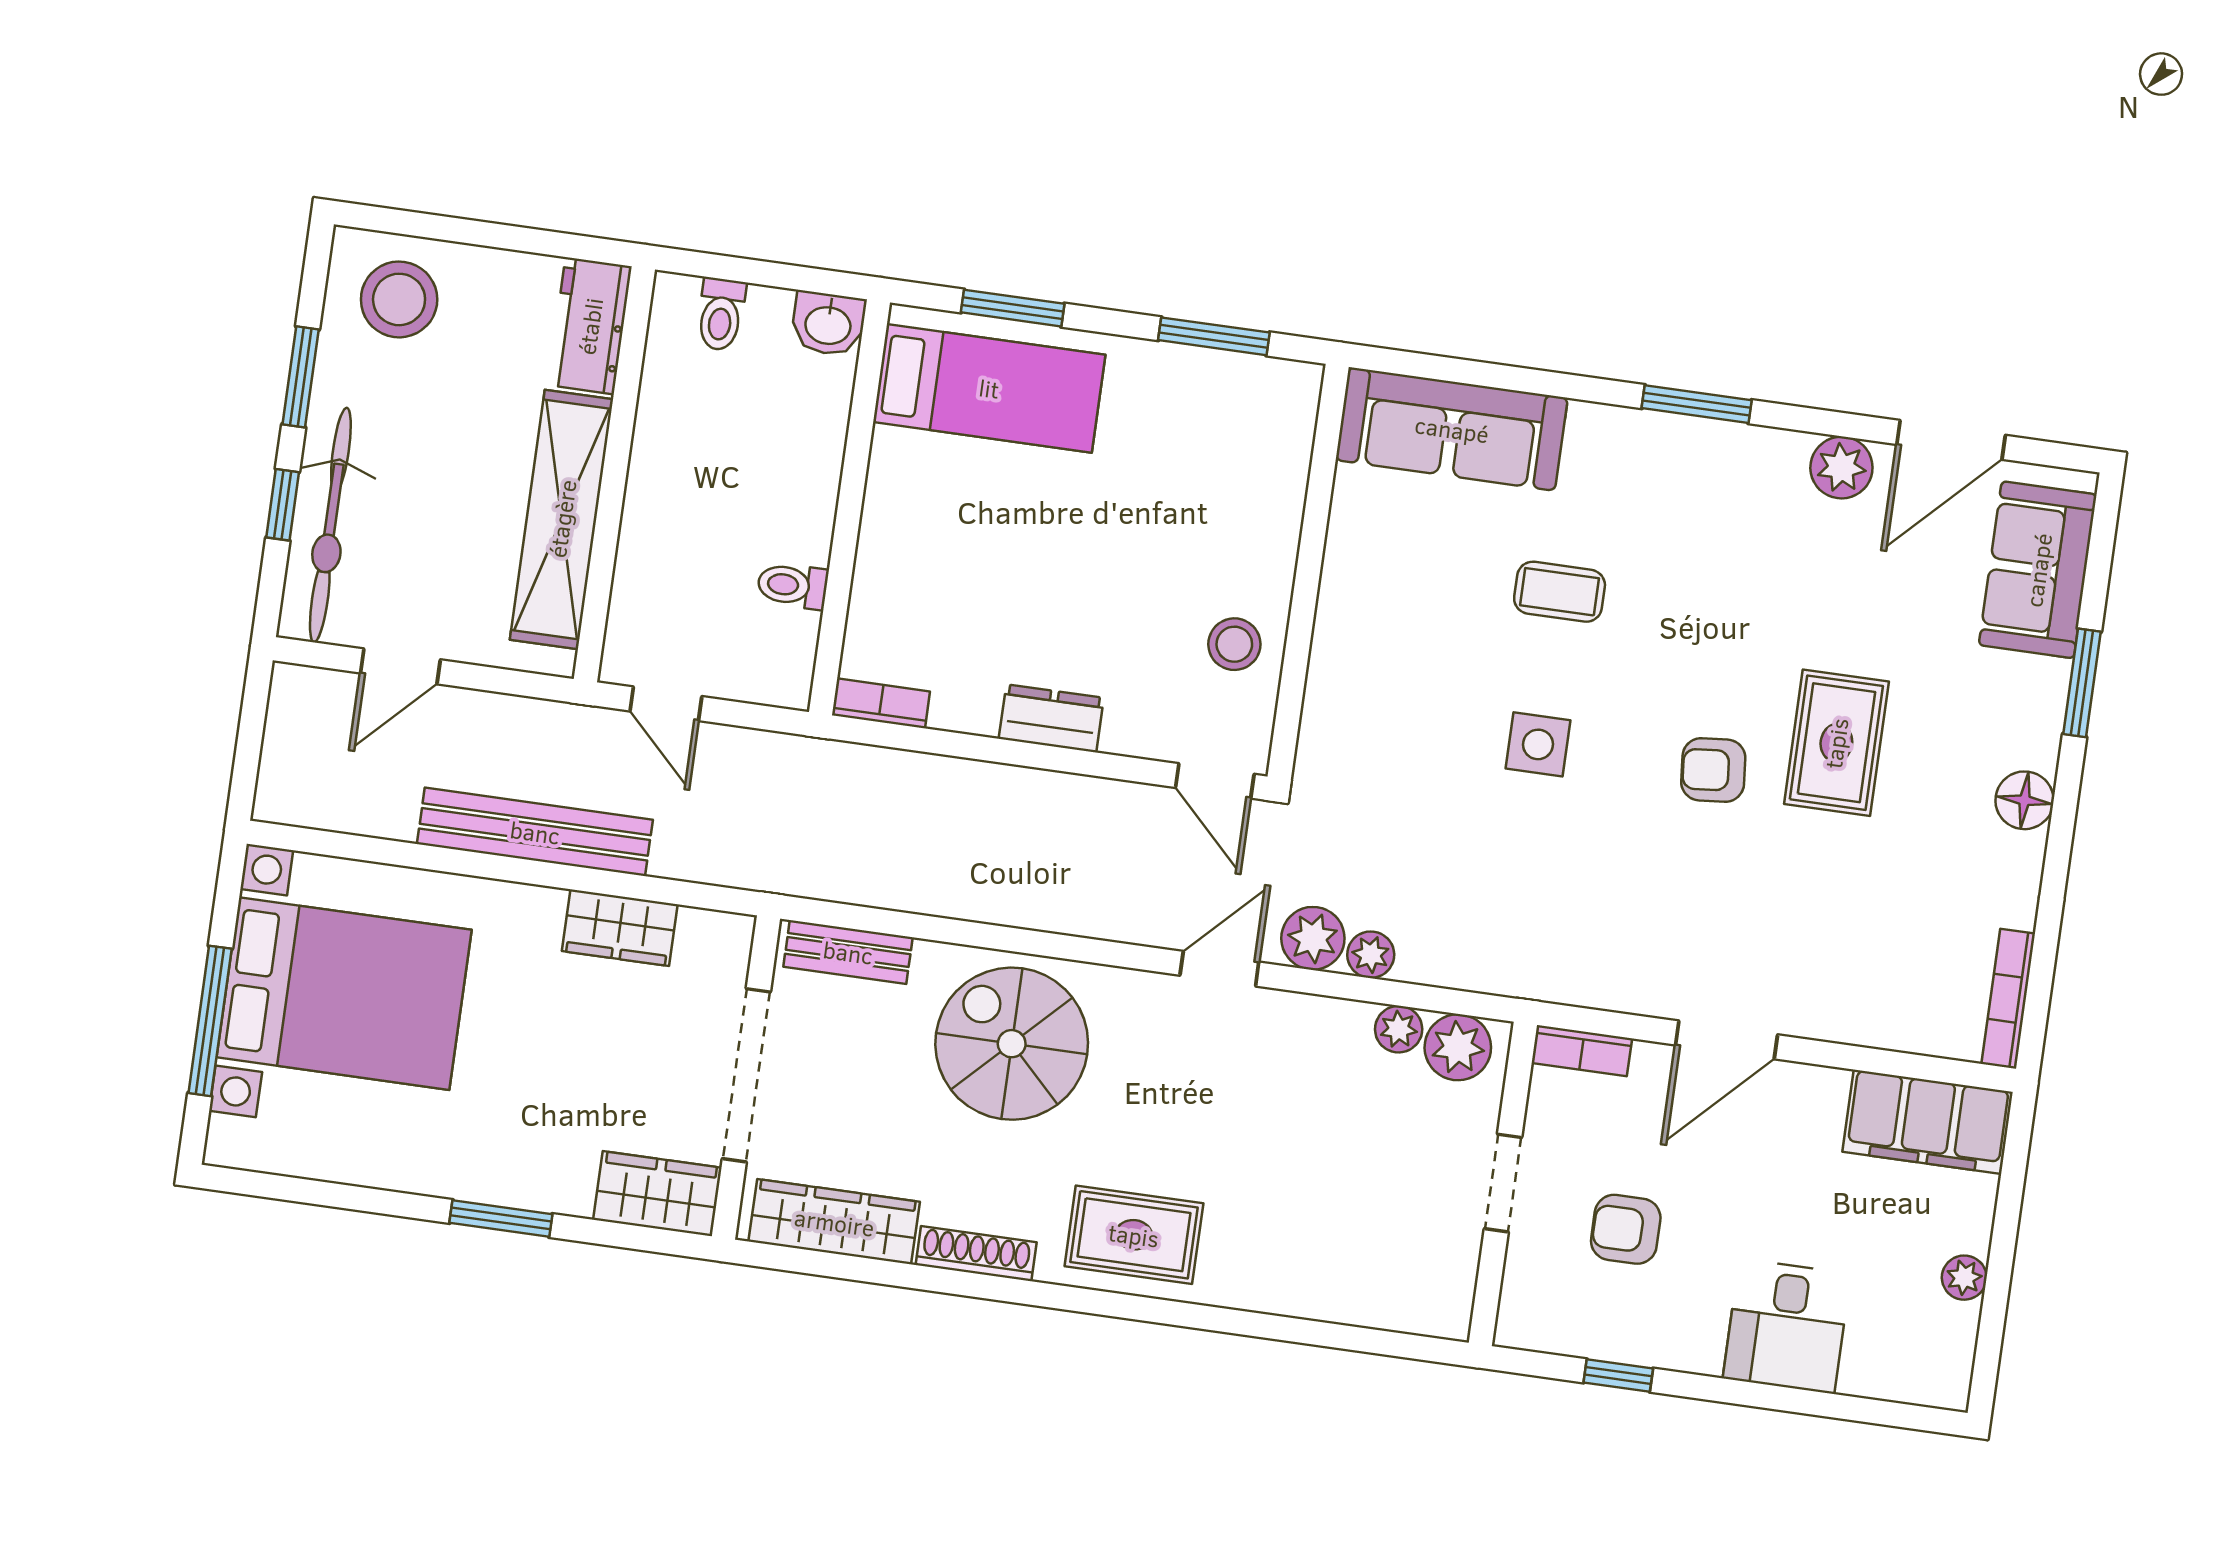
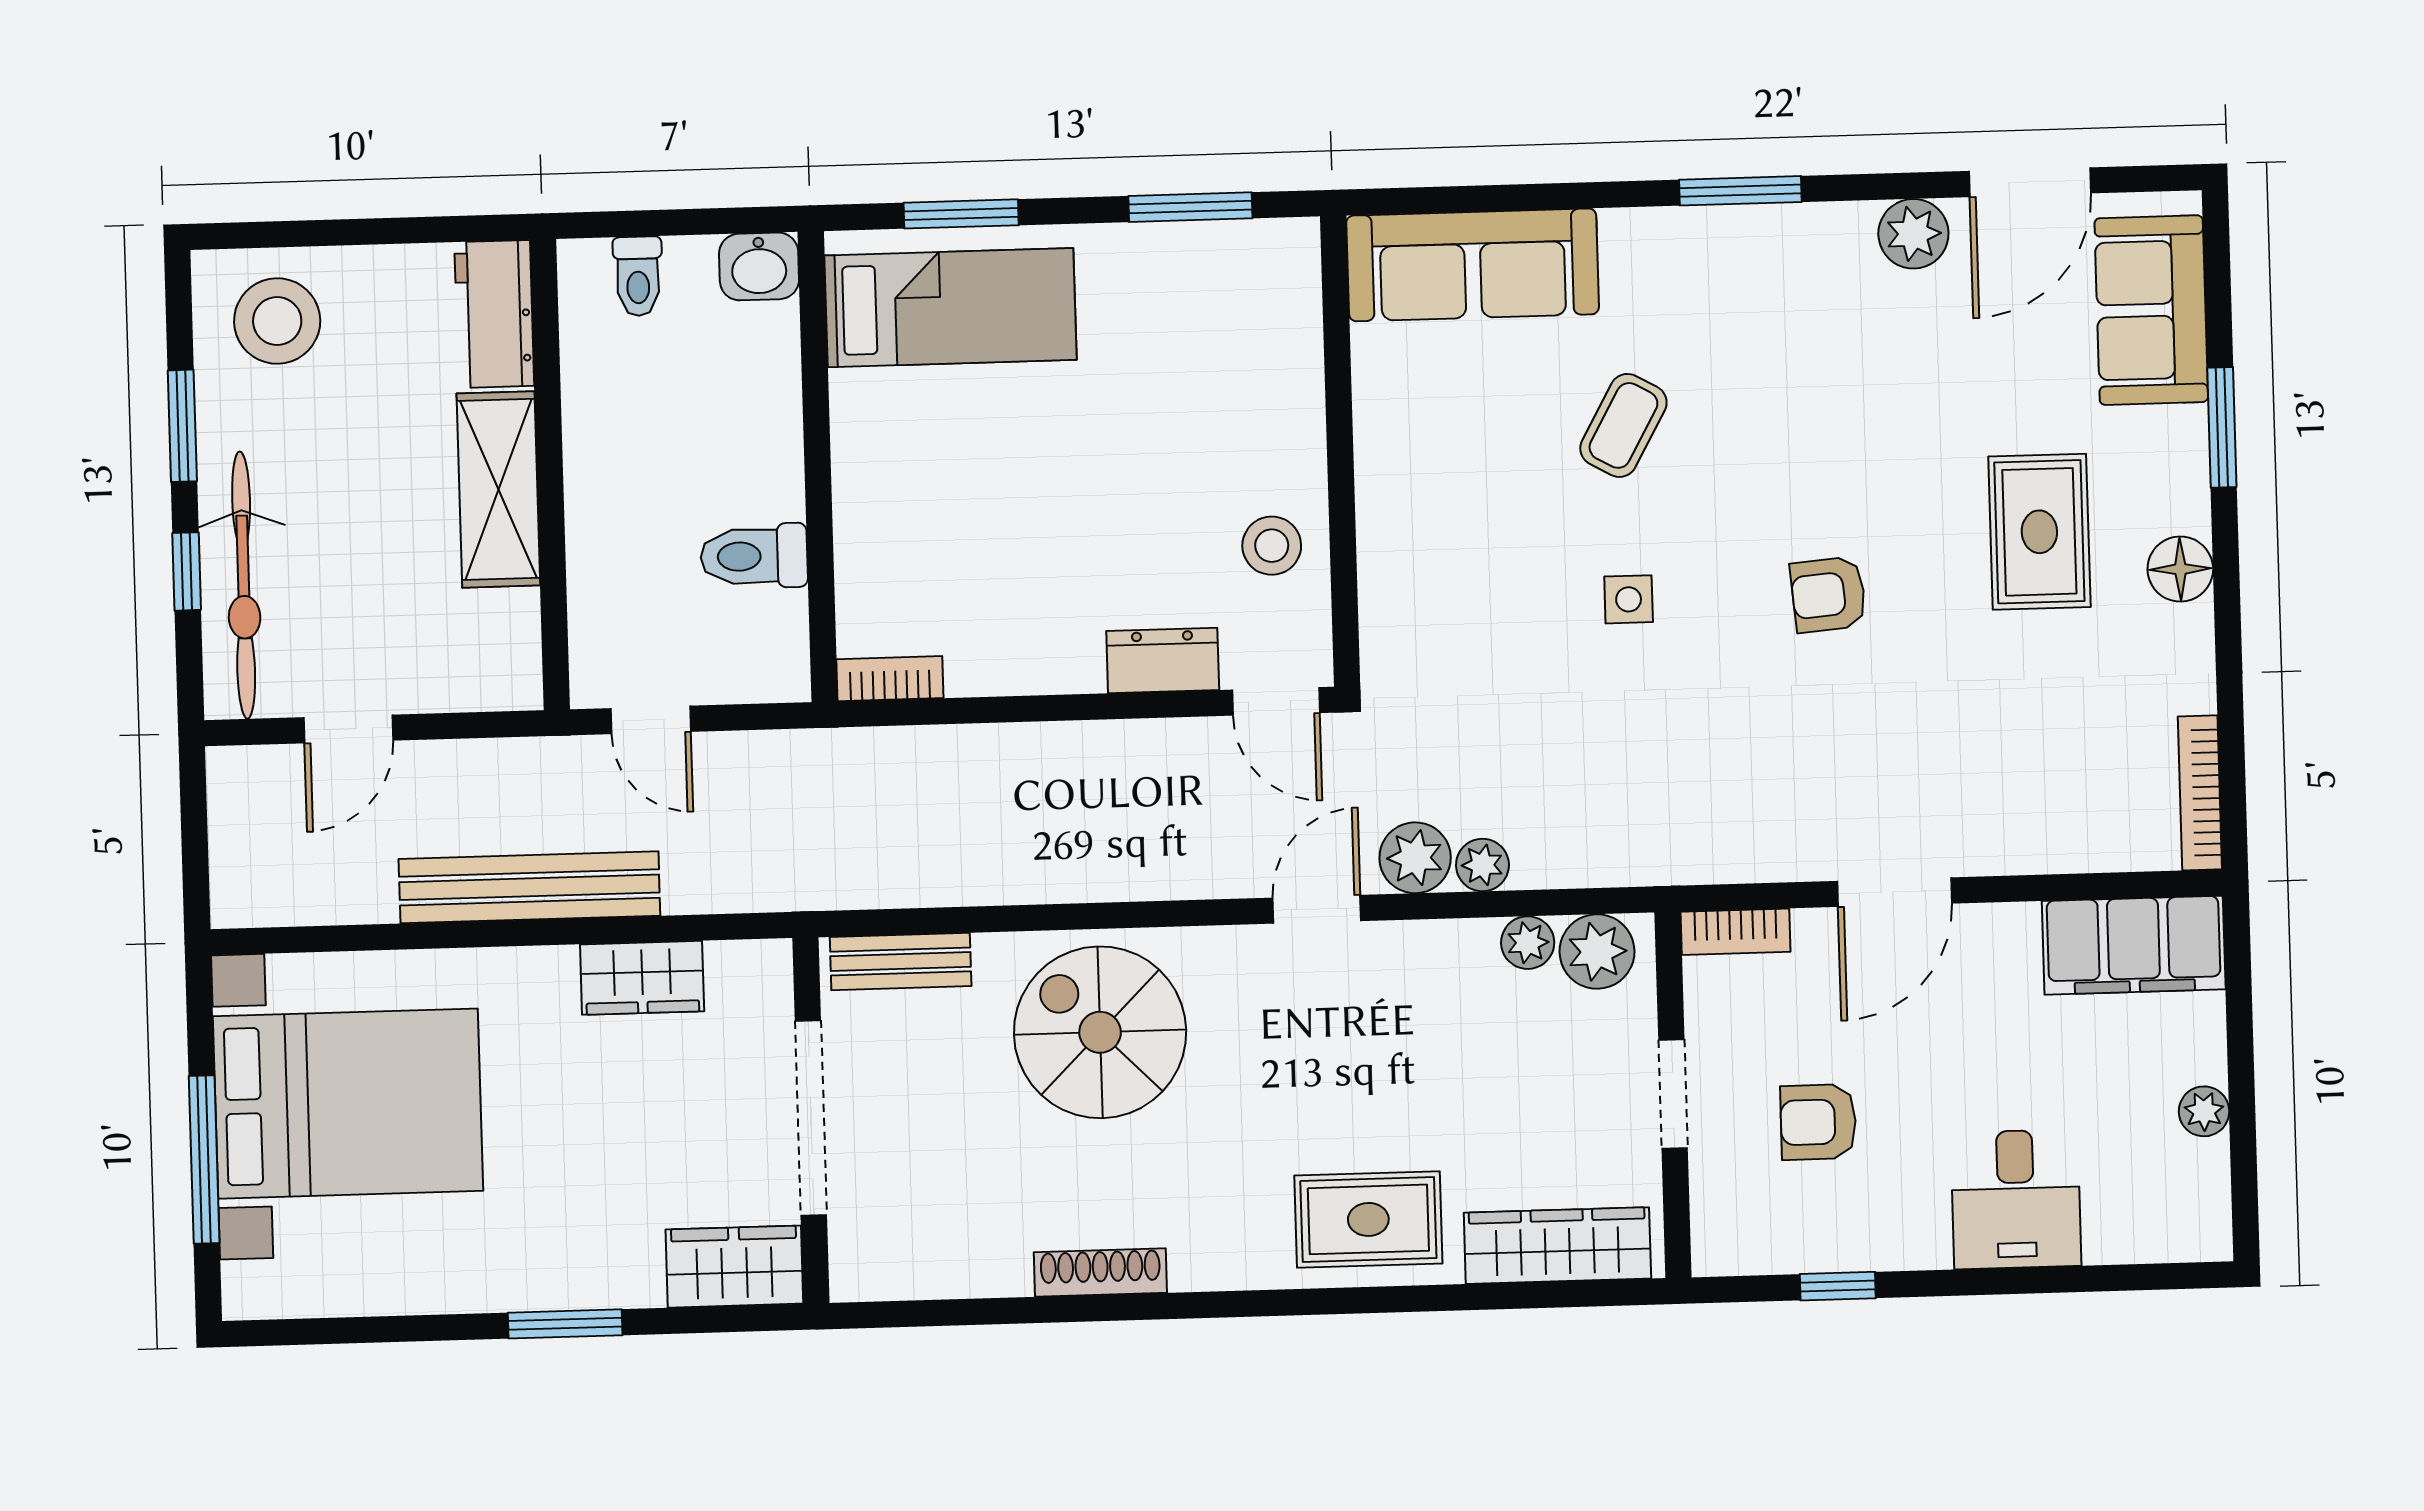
shelving: (562, 519) -> (498, 489), width x0.68
toilet: (792, 586) -> (754, 556), width x1.37, depth x1.39
coffee table: (1560, 592) -> (1623, 425), turned -61
dresser: (1051, 718) -> (1163, 660), moved
rug: (1836, 743) -> (2039, 532), moved
side table: (1538, 744) -> (1629, 599), width x0.73, depth x0.73
wardrobe: (834, 1222) -> (1557, 1246), moved
rug: (1134, 1235) -> (1368, 1219), moved

